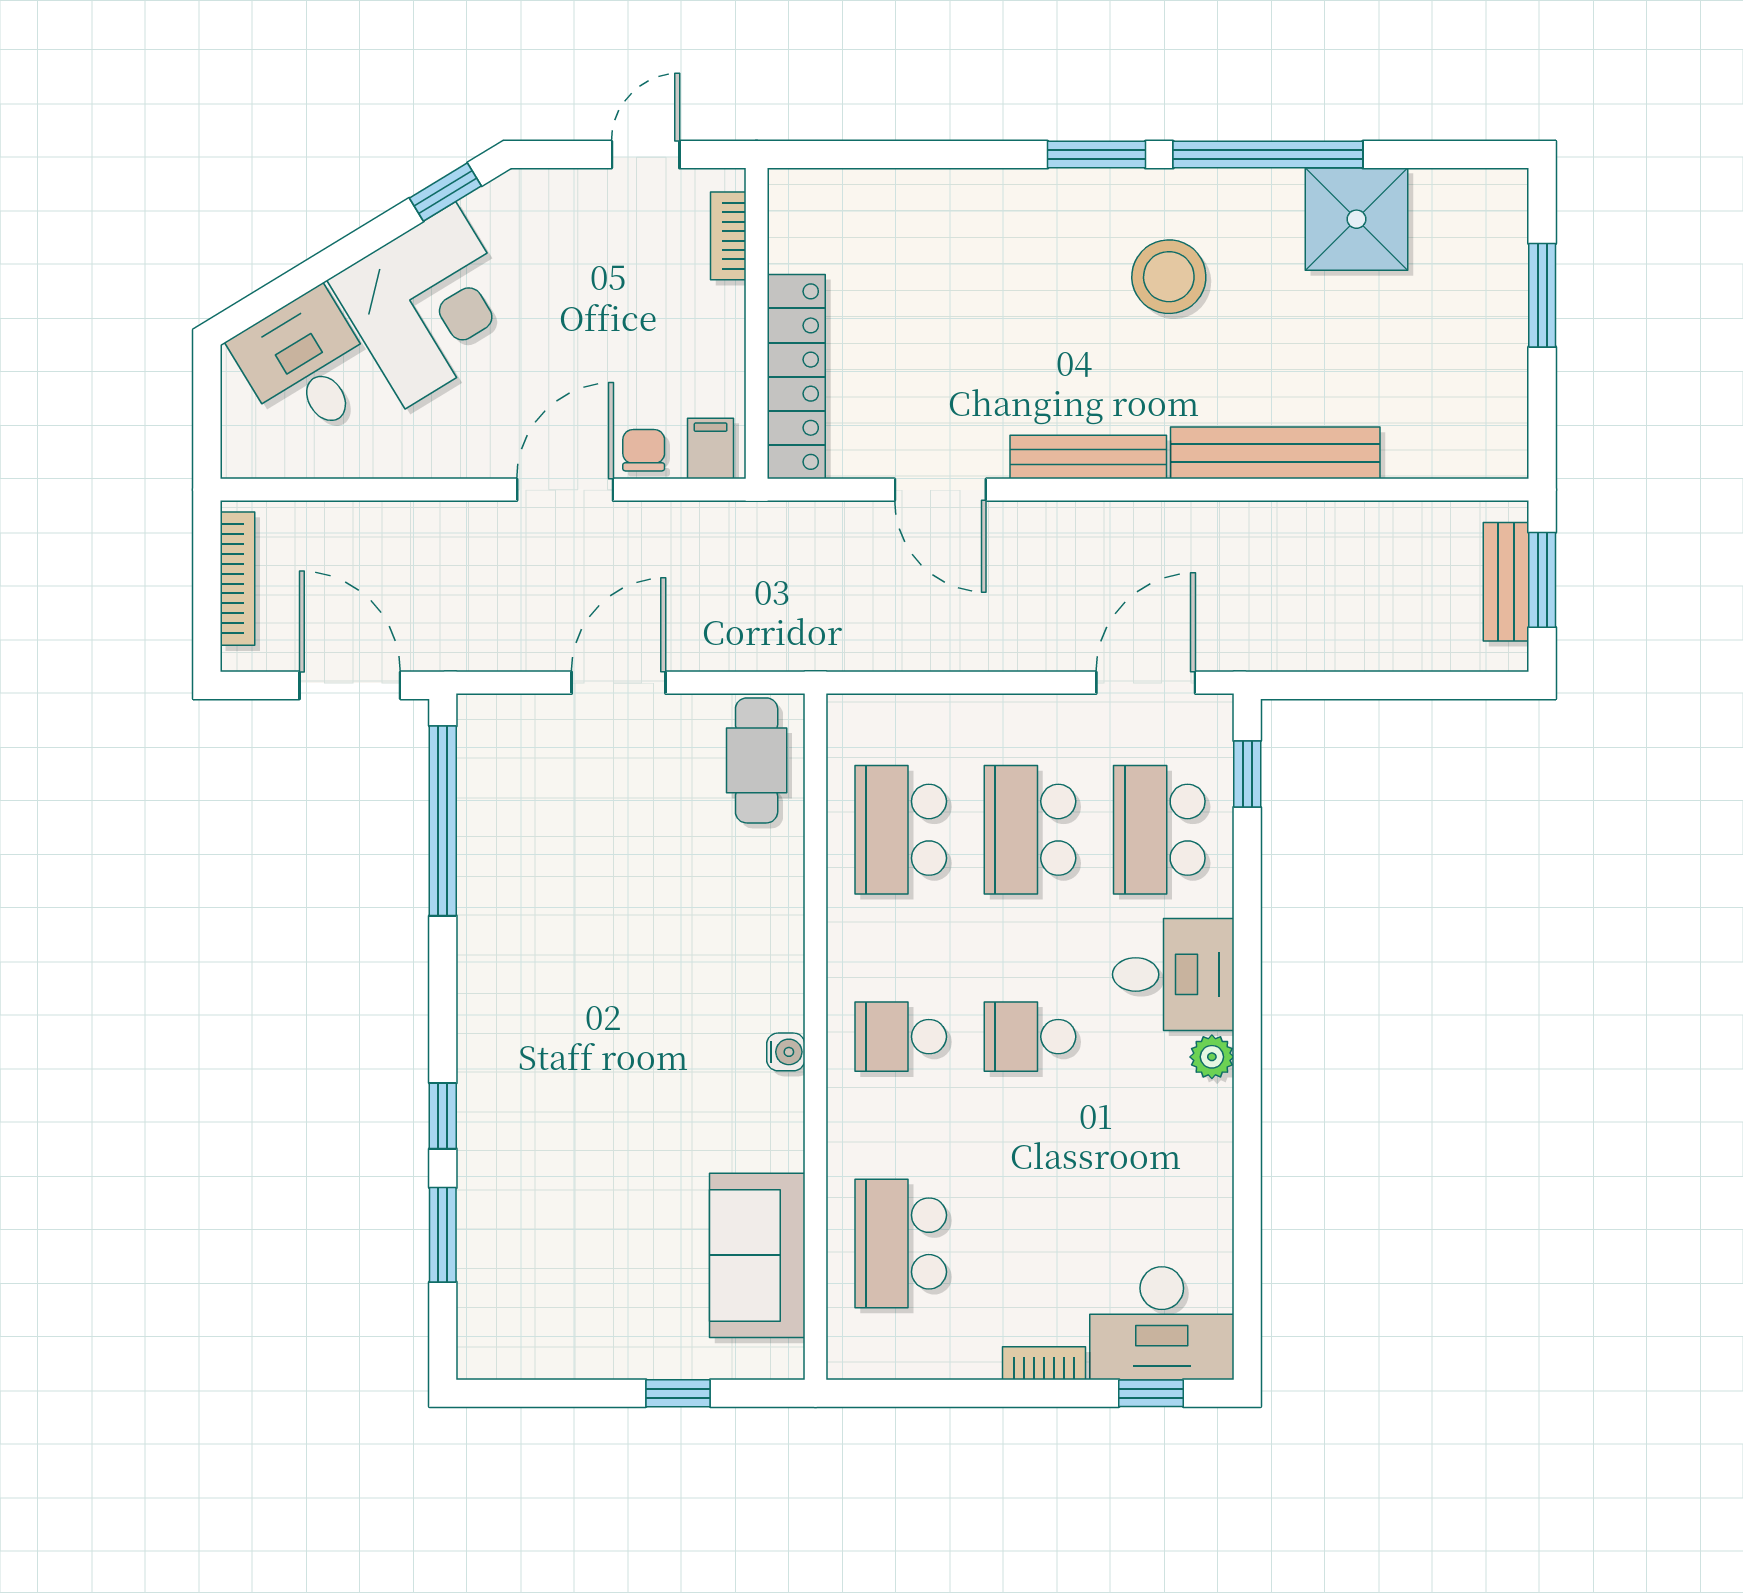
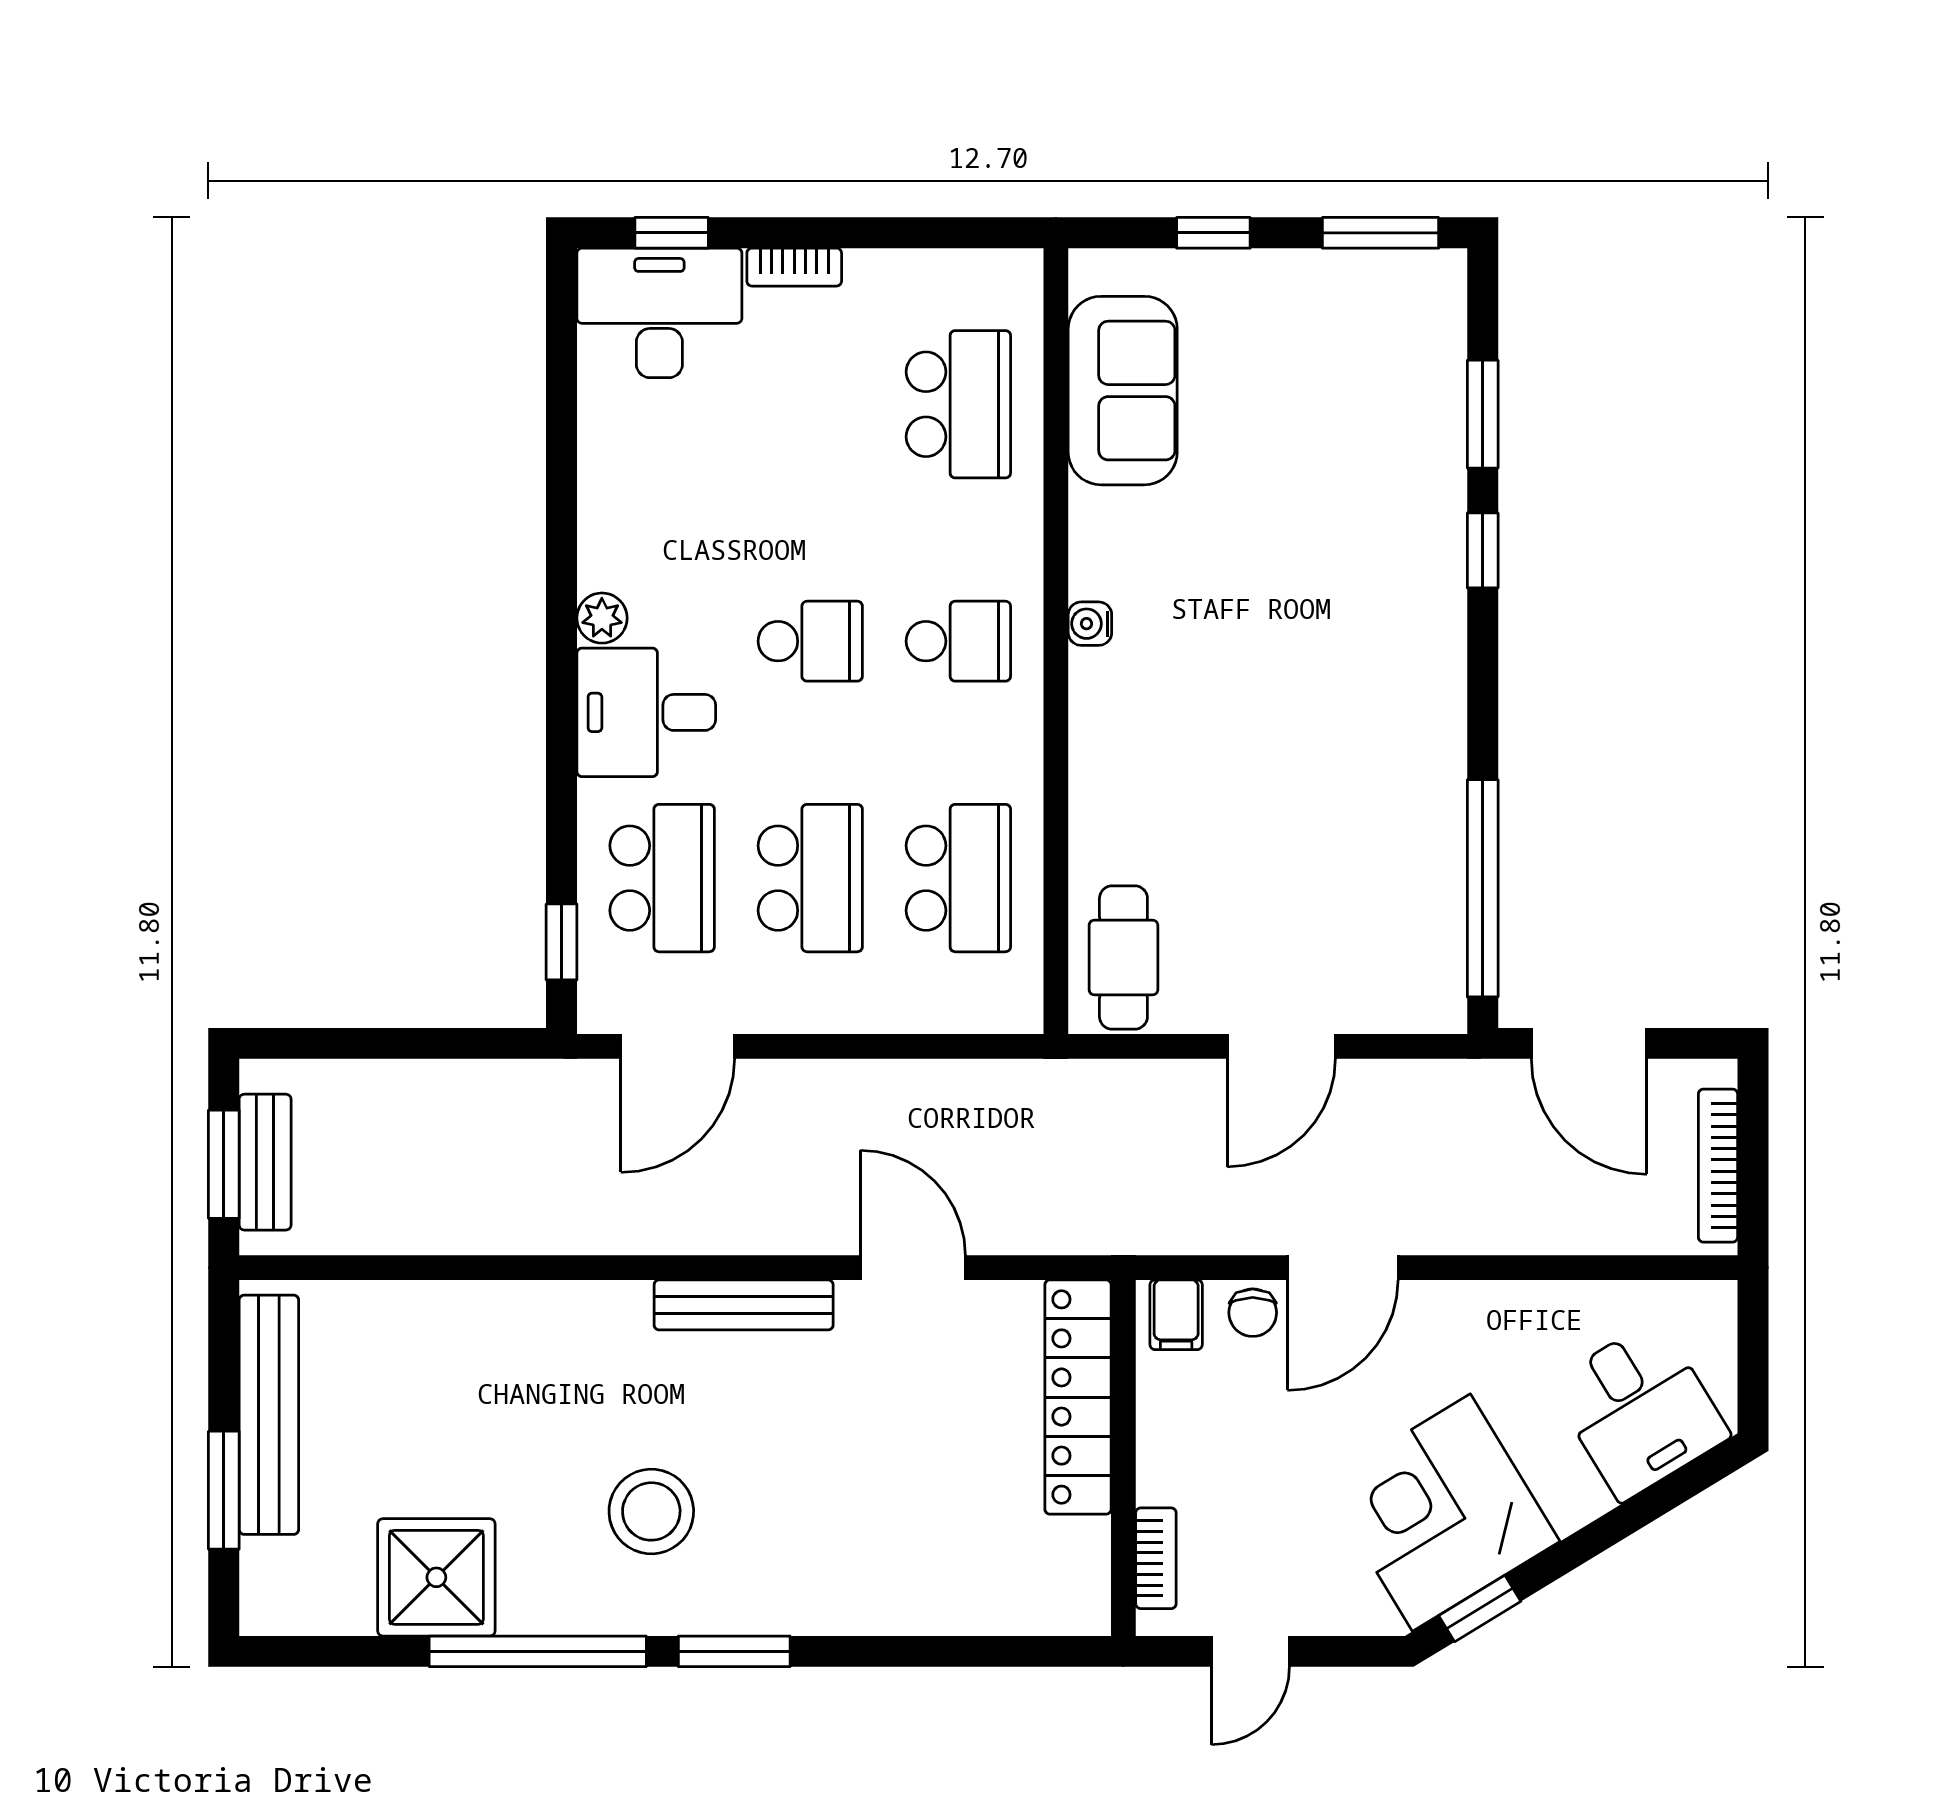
corner desk: (430, 305) -> (1441, 1513), moved
bench: (1275, 453) -> (269, 1415), moved, turned 90
window: (532, 1393) -> (1380, 233), added

